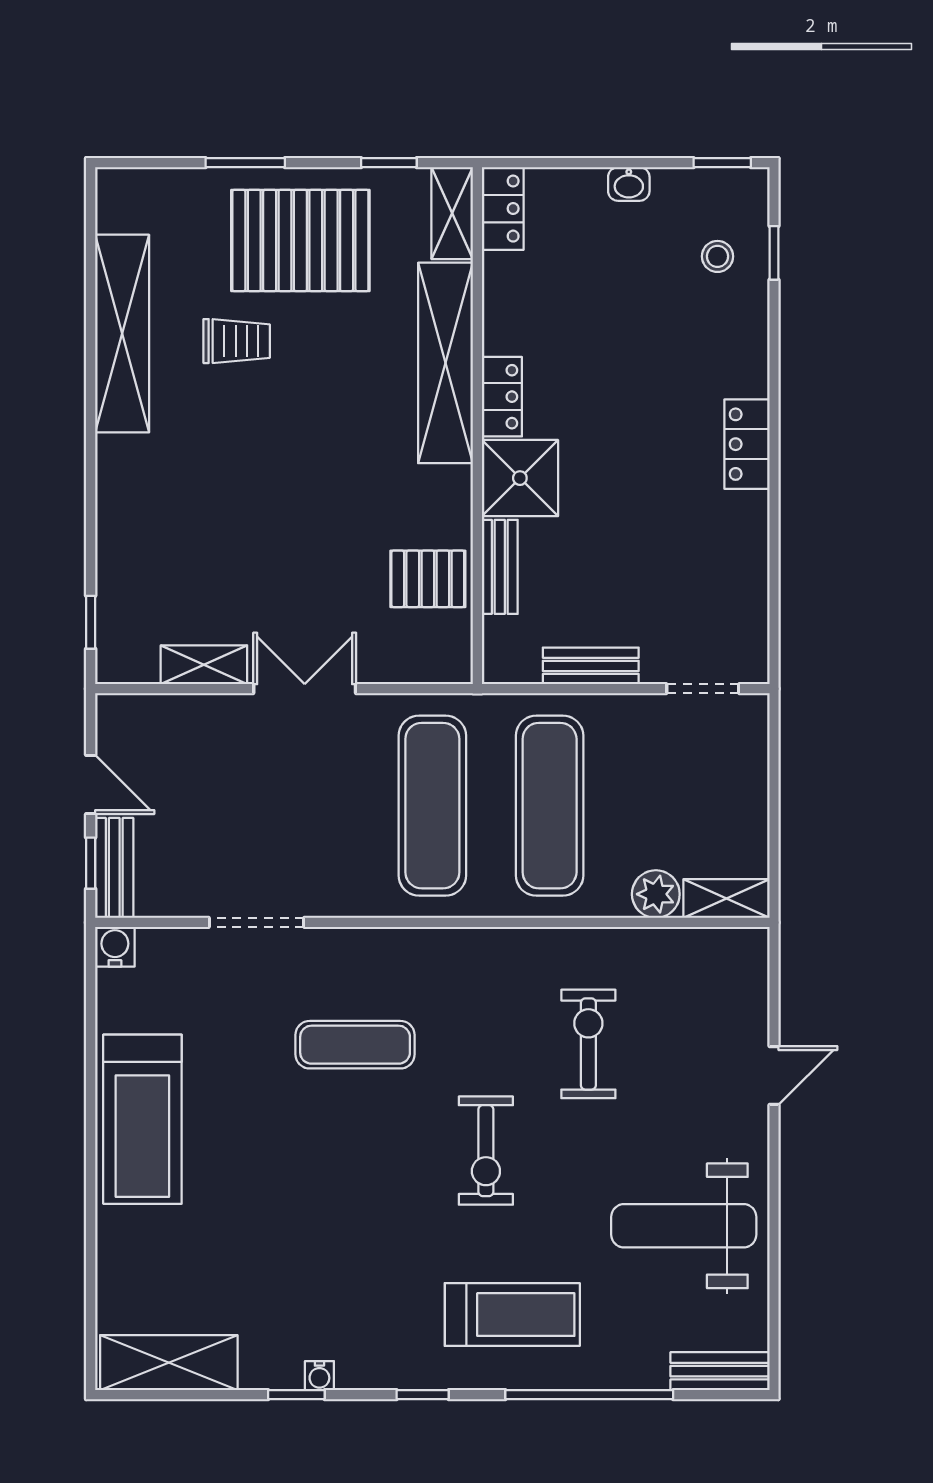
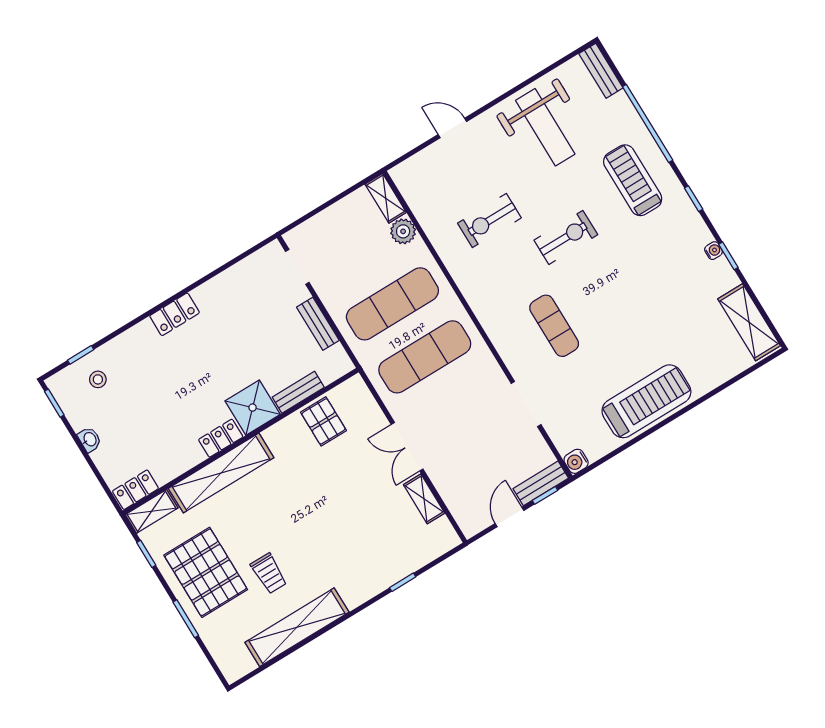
trolley: (237, 341) -> (269, 573), turned 180
window: (91, 622) -> (403, 582), moved

